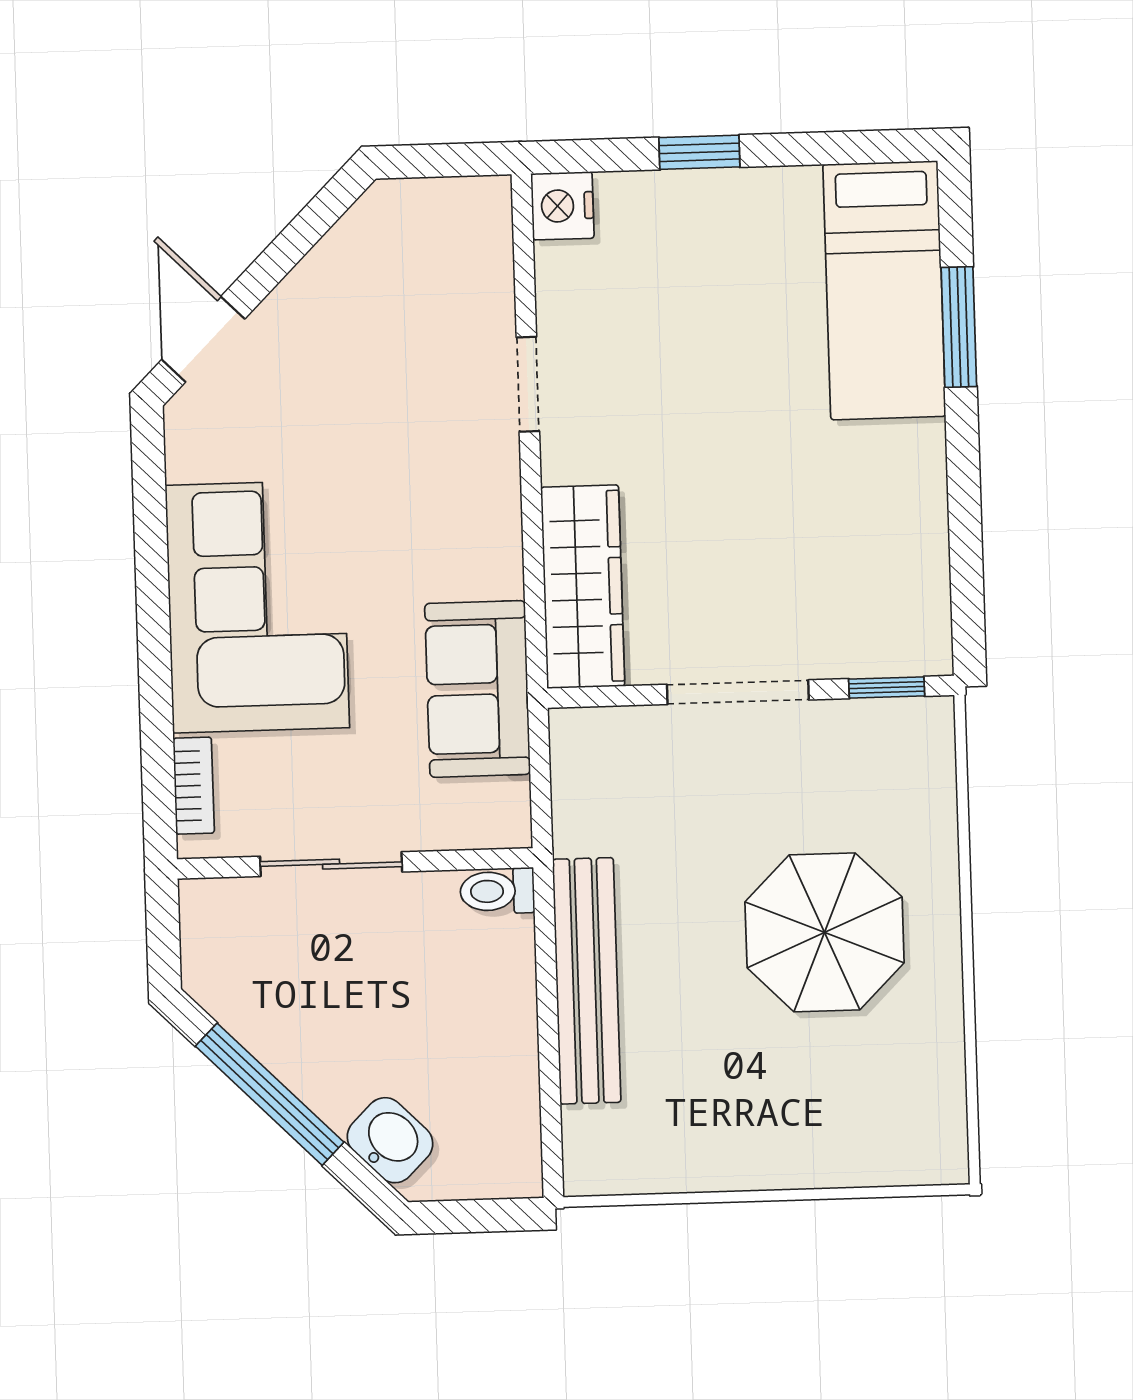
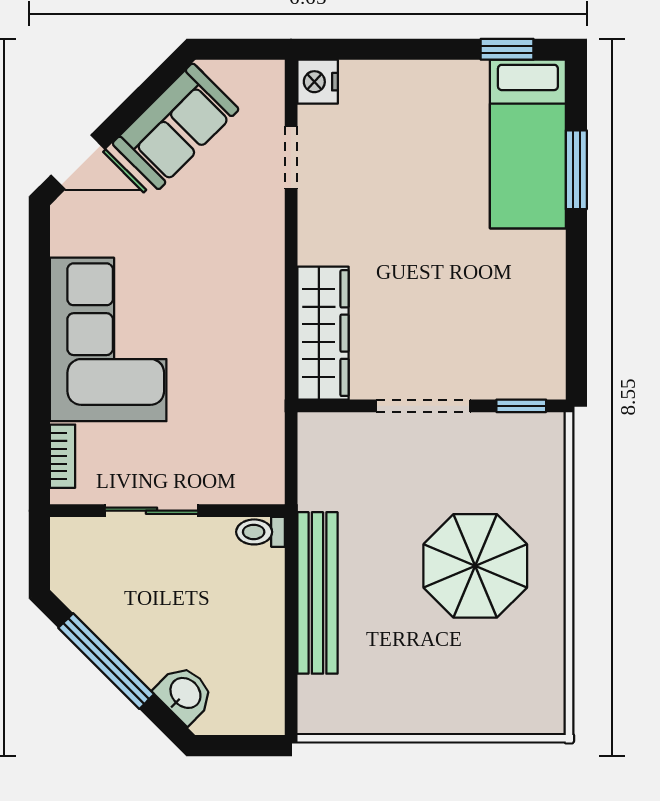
window: (699, 152) -> (507, 49), moved
door: (203, 339) -> (78, 162), swing flipped
doorway: (528, 384) -> (291, 157), moved
sofa: (478, 689) -> (176, 126), moved, turned -135

